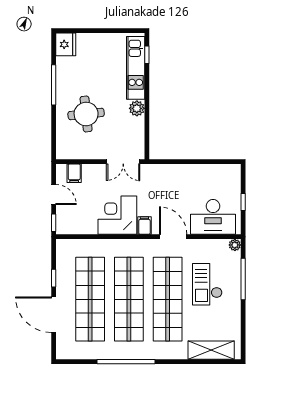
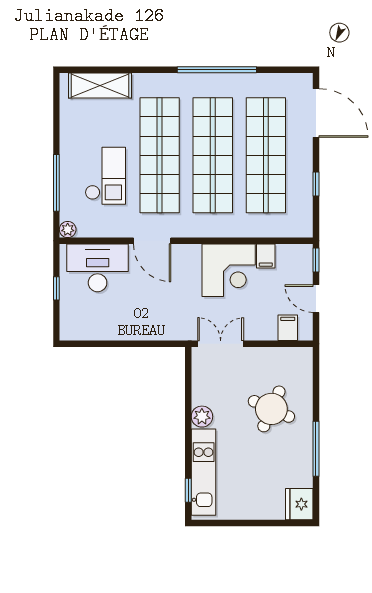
round table: (86, 114) -> (271, 409), turned 30
filing cabinet: (144, 226) -> (266, 256), moved
door: (54, 315) -> (316, 113), moved

